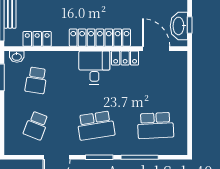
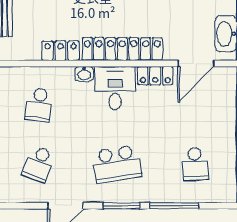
locker: (37, 39) -> (61, 51), moved
door: (156, 49) -> (196, 63), swing flipped
washbasin: (17, 57) -> (84, 74), moved
school desk: (155, 125) -> (195, 164), width x0.54

